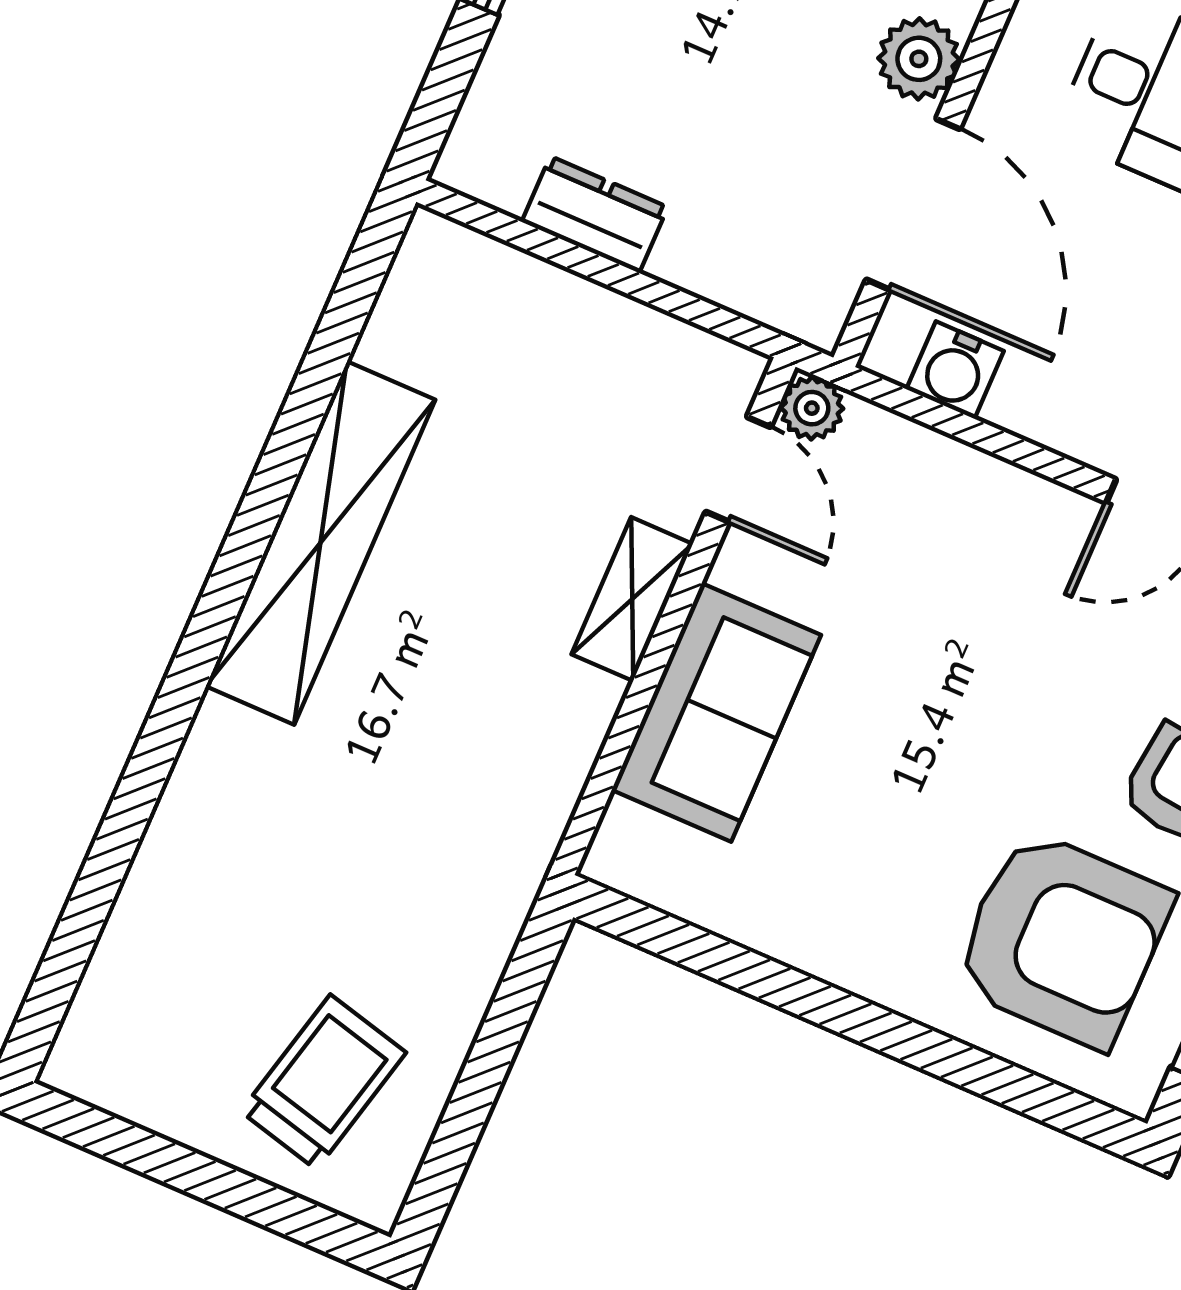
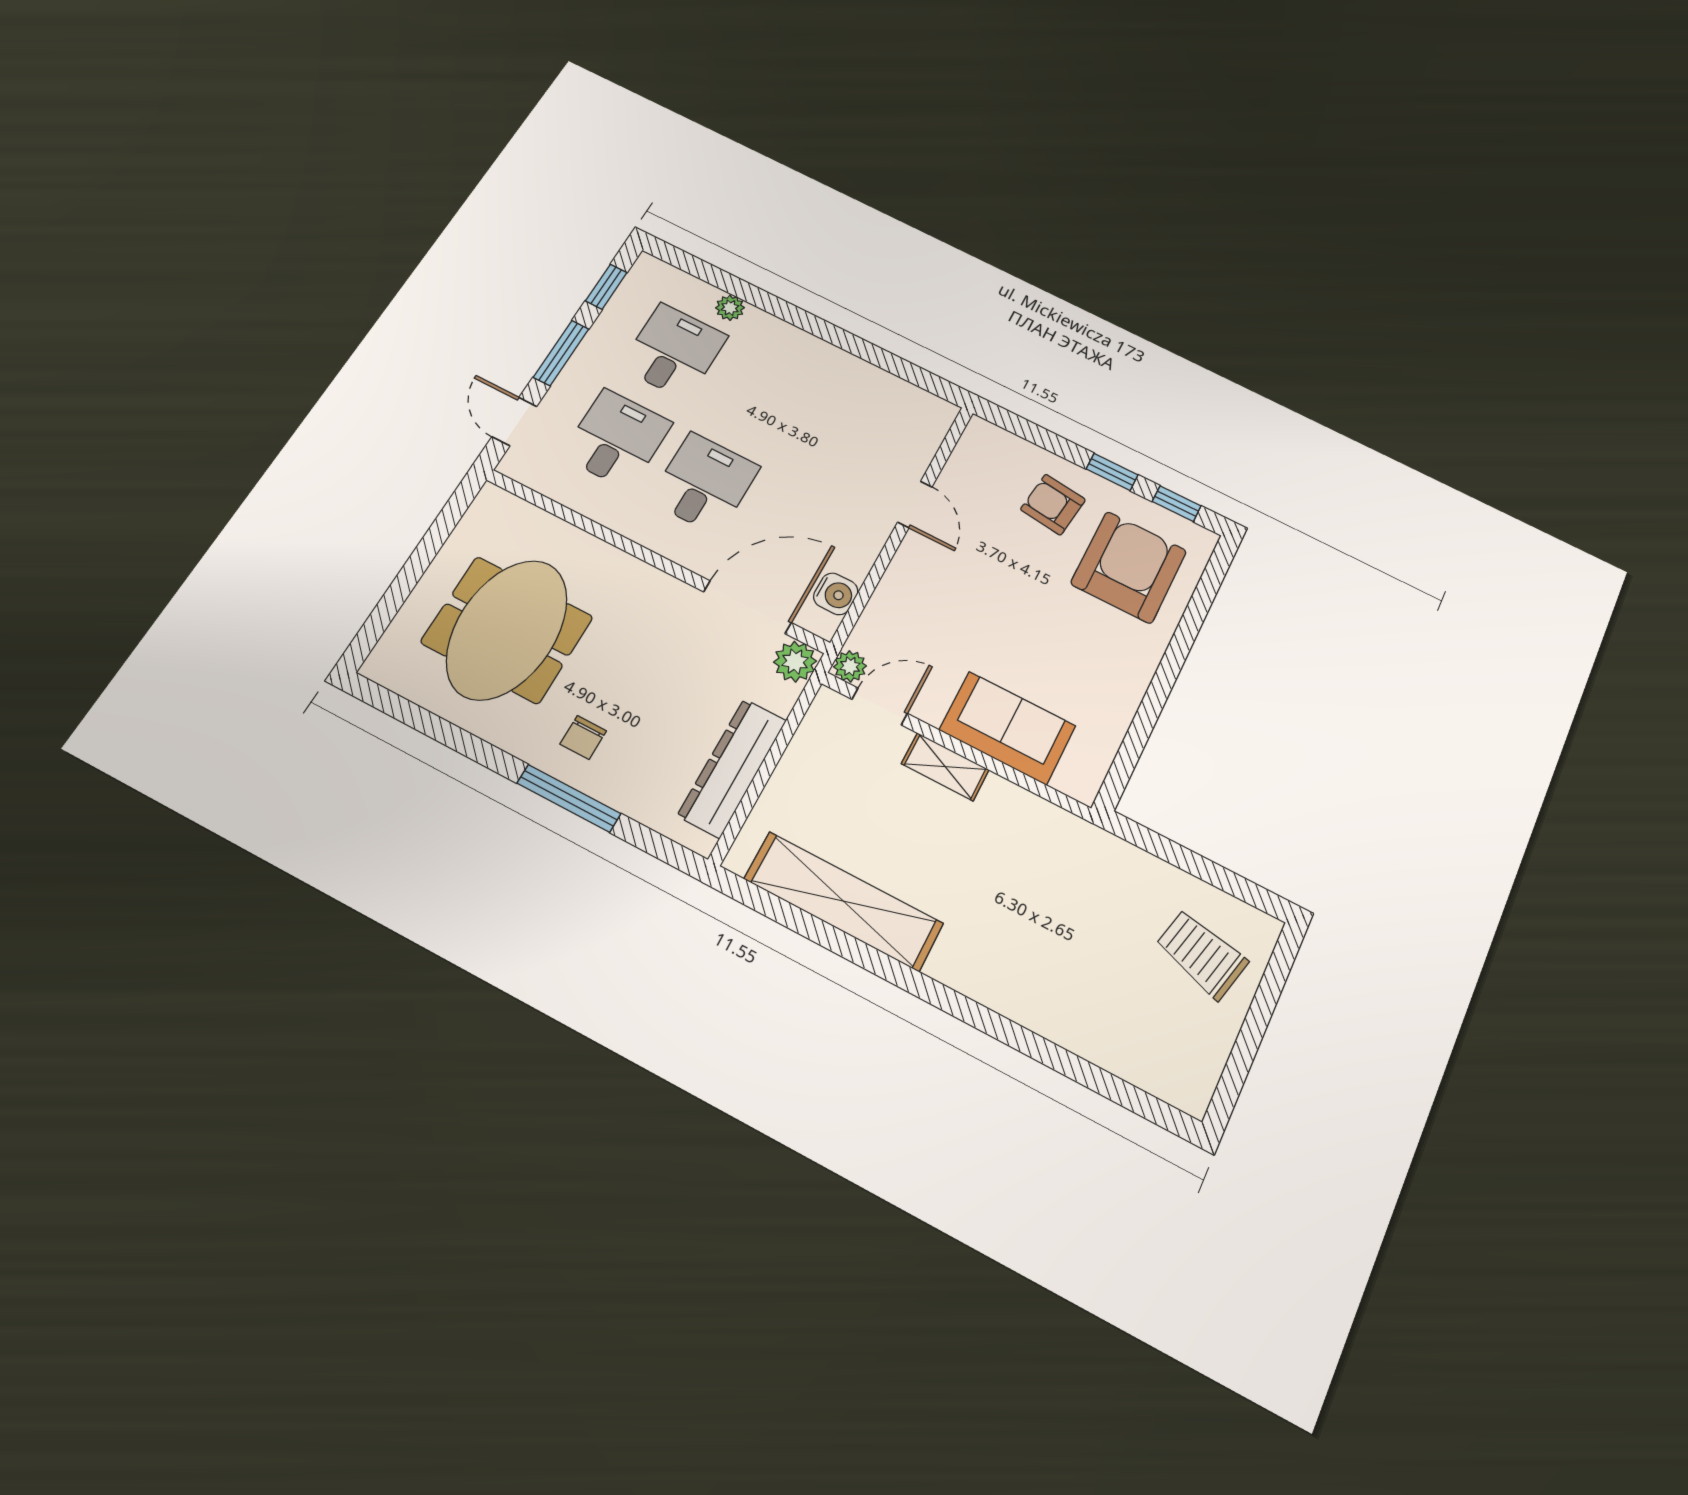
plant: (919, 59) -> (795, 662), moved
dresser: (595, 214) -> (732, 768), width x1.96, depth x1.24
shelving: (320, 543) -> (844, 901), moved

